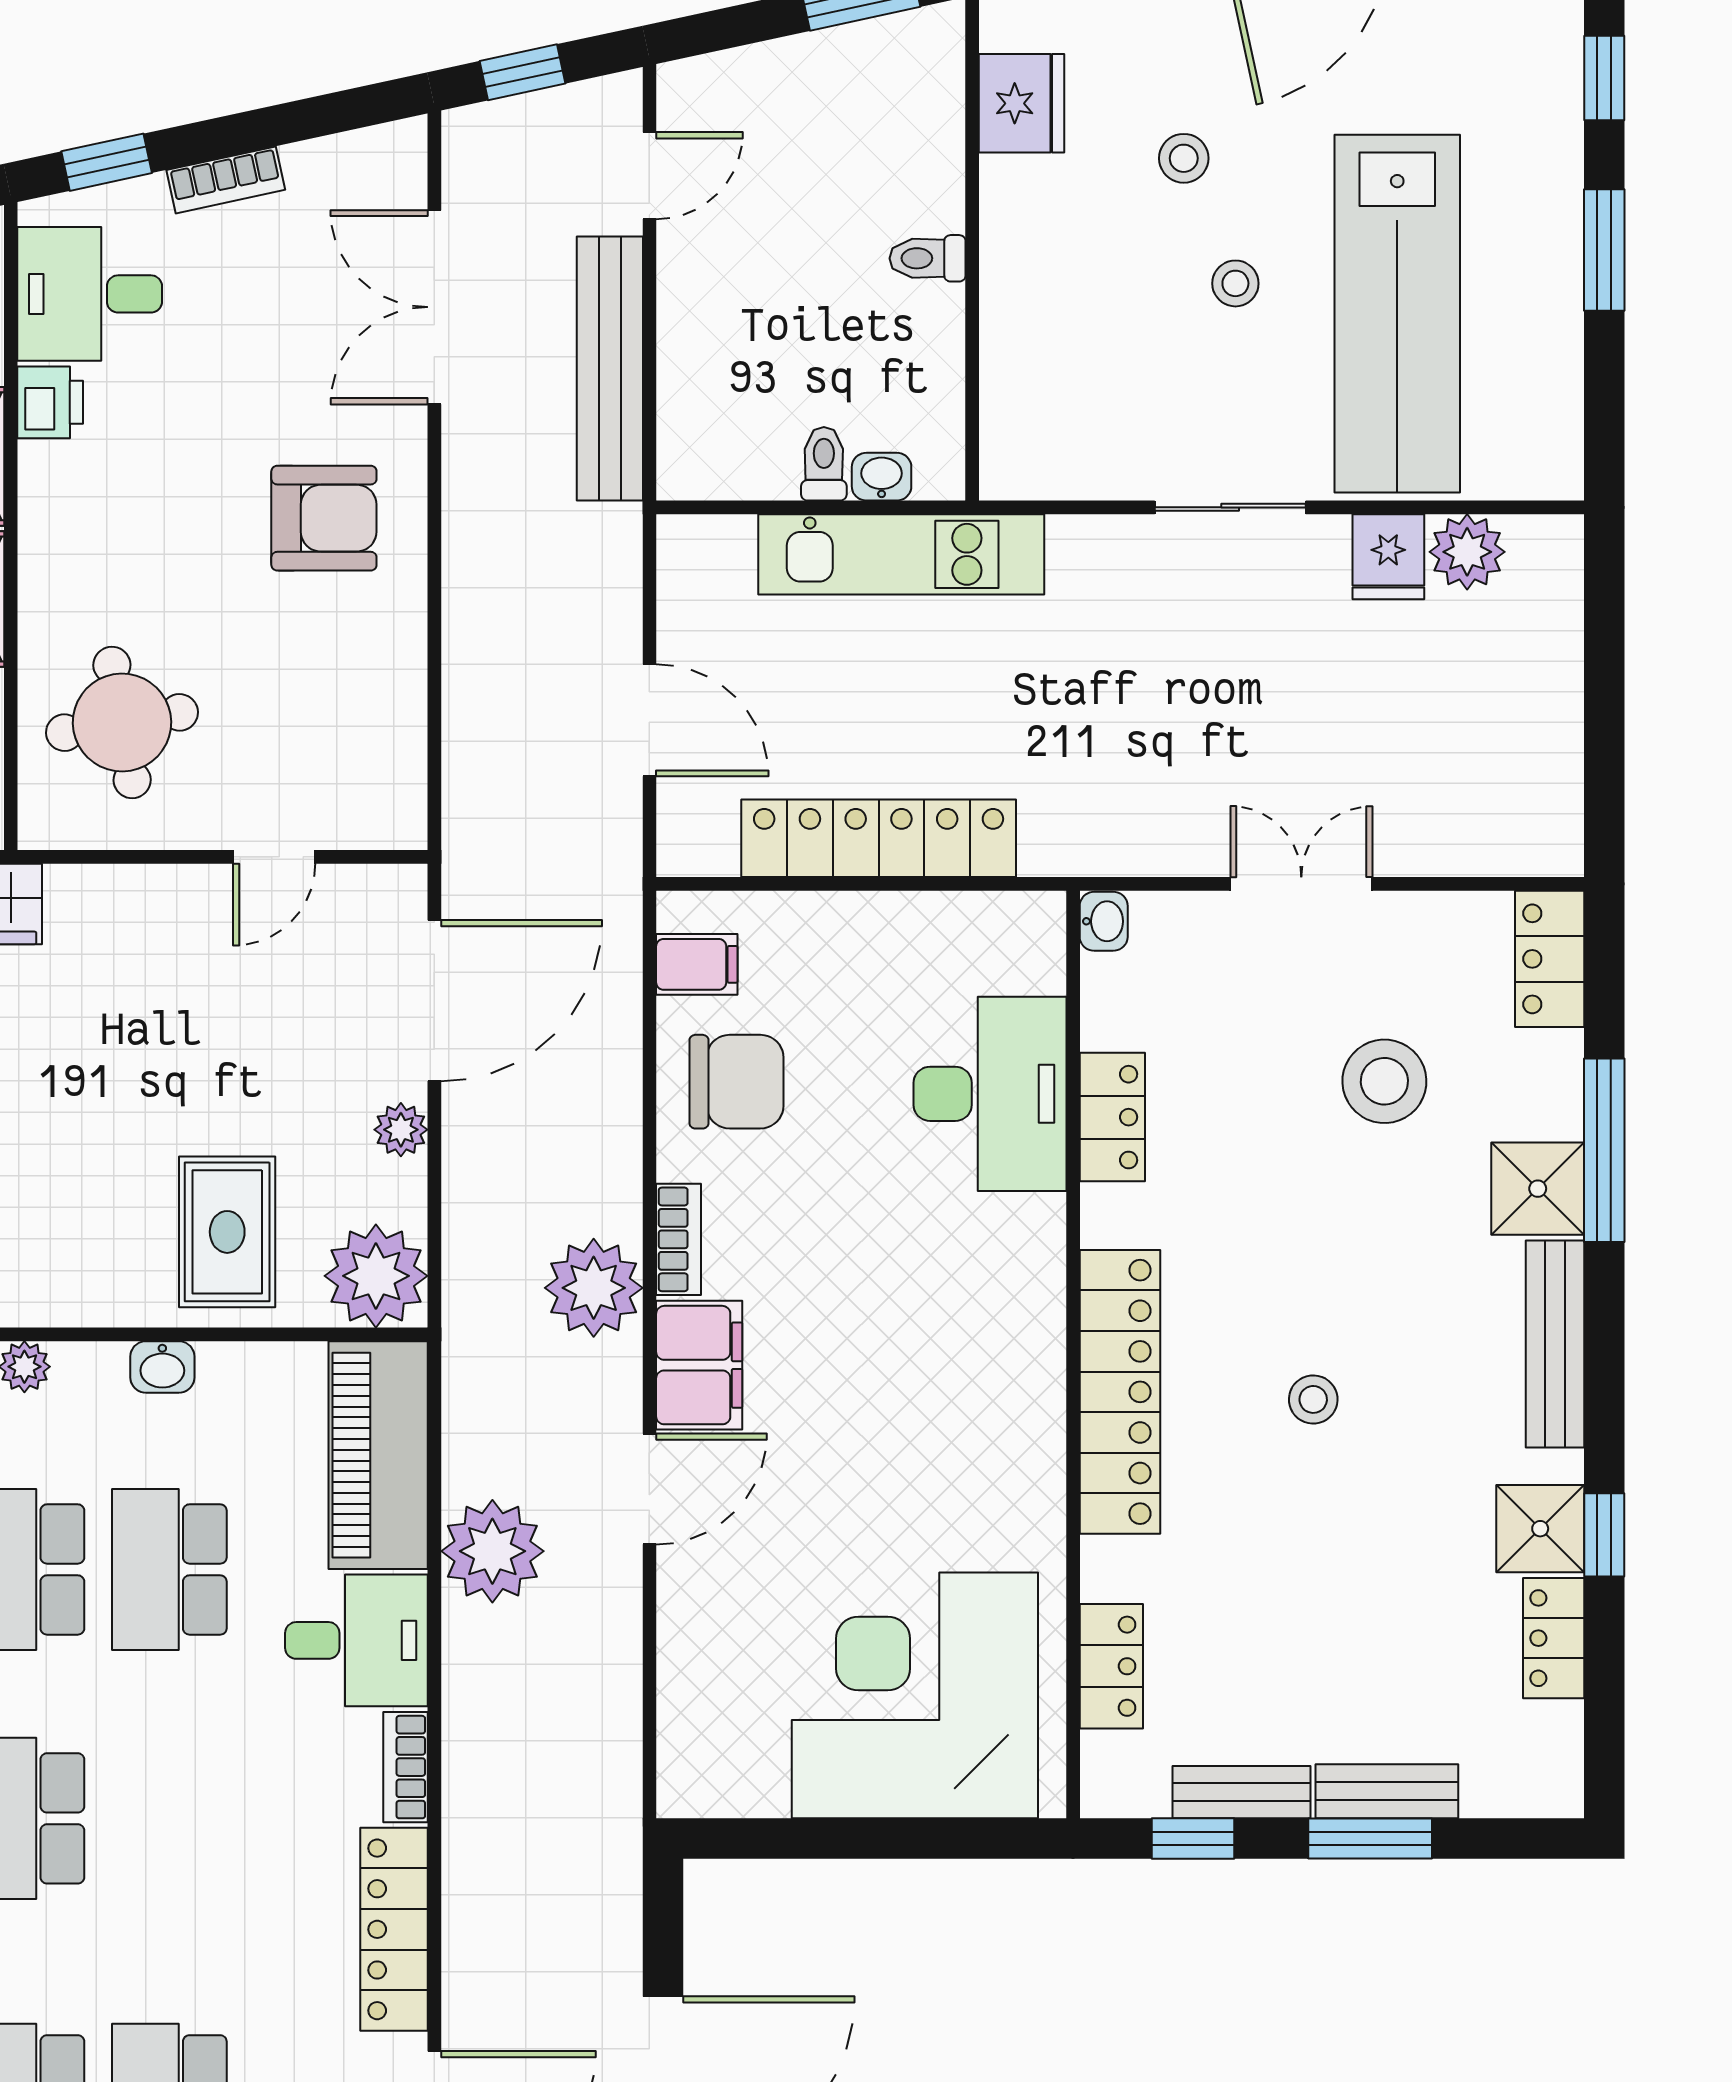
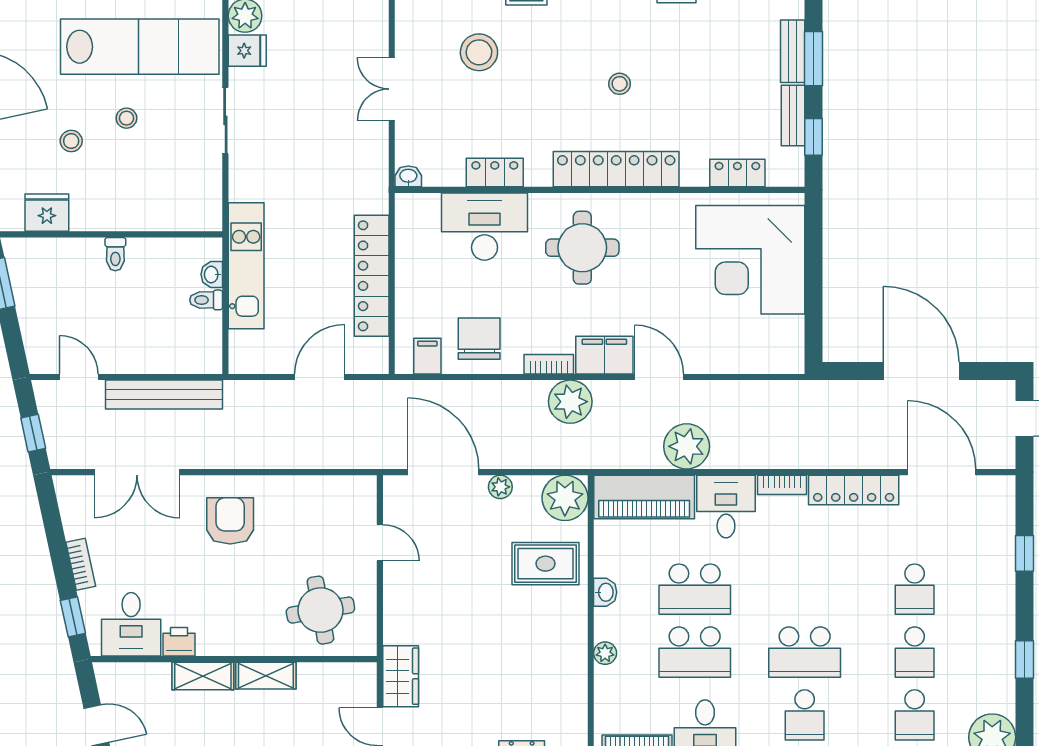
round table: (942, 1315) -> (582, 248), added

